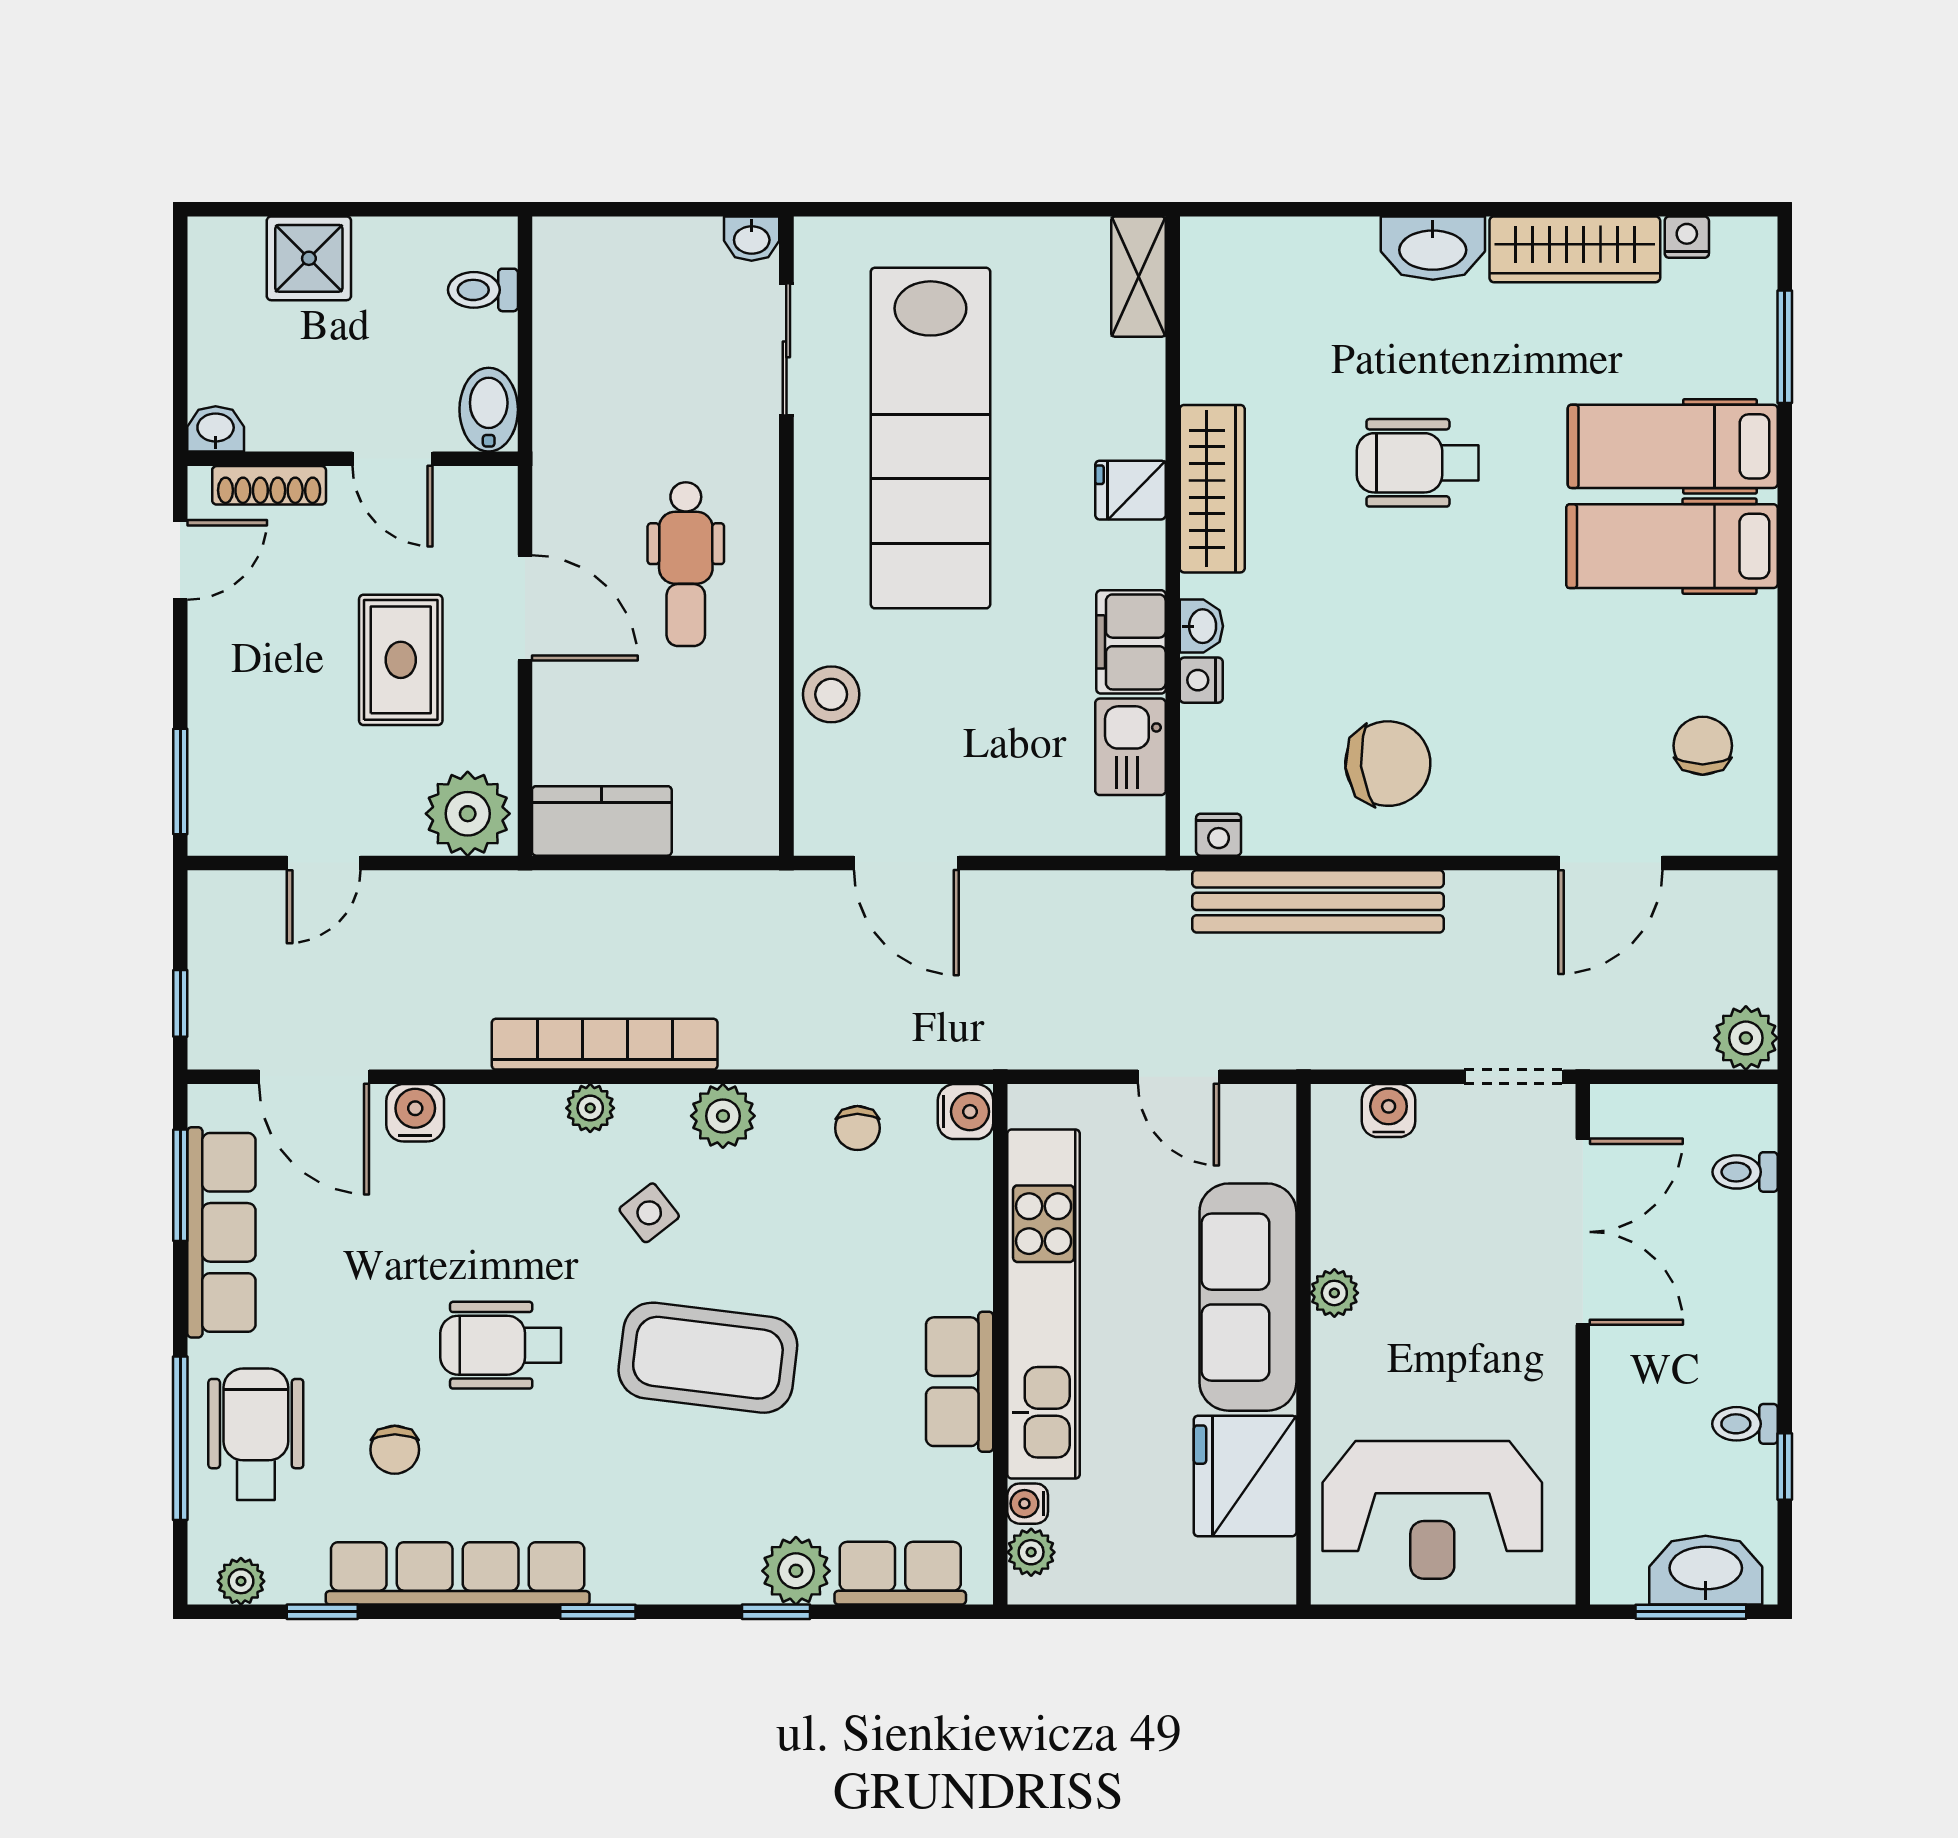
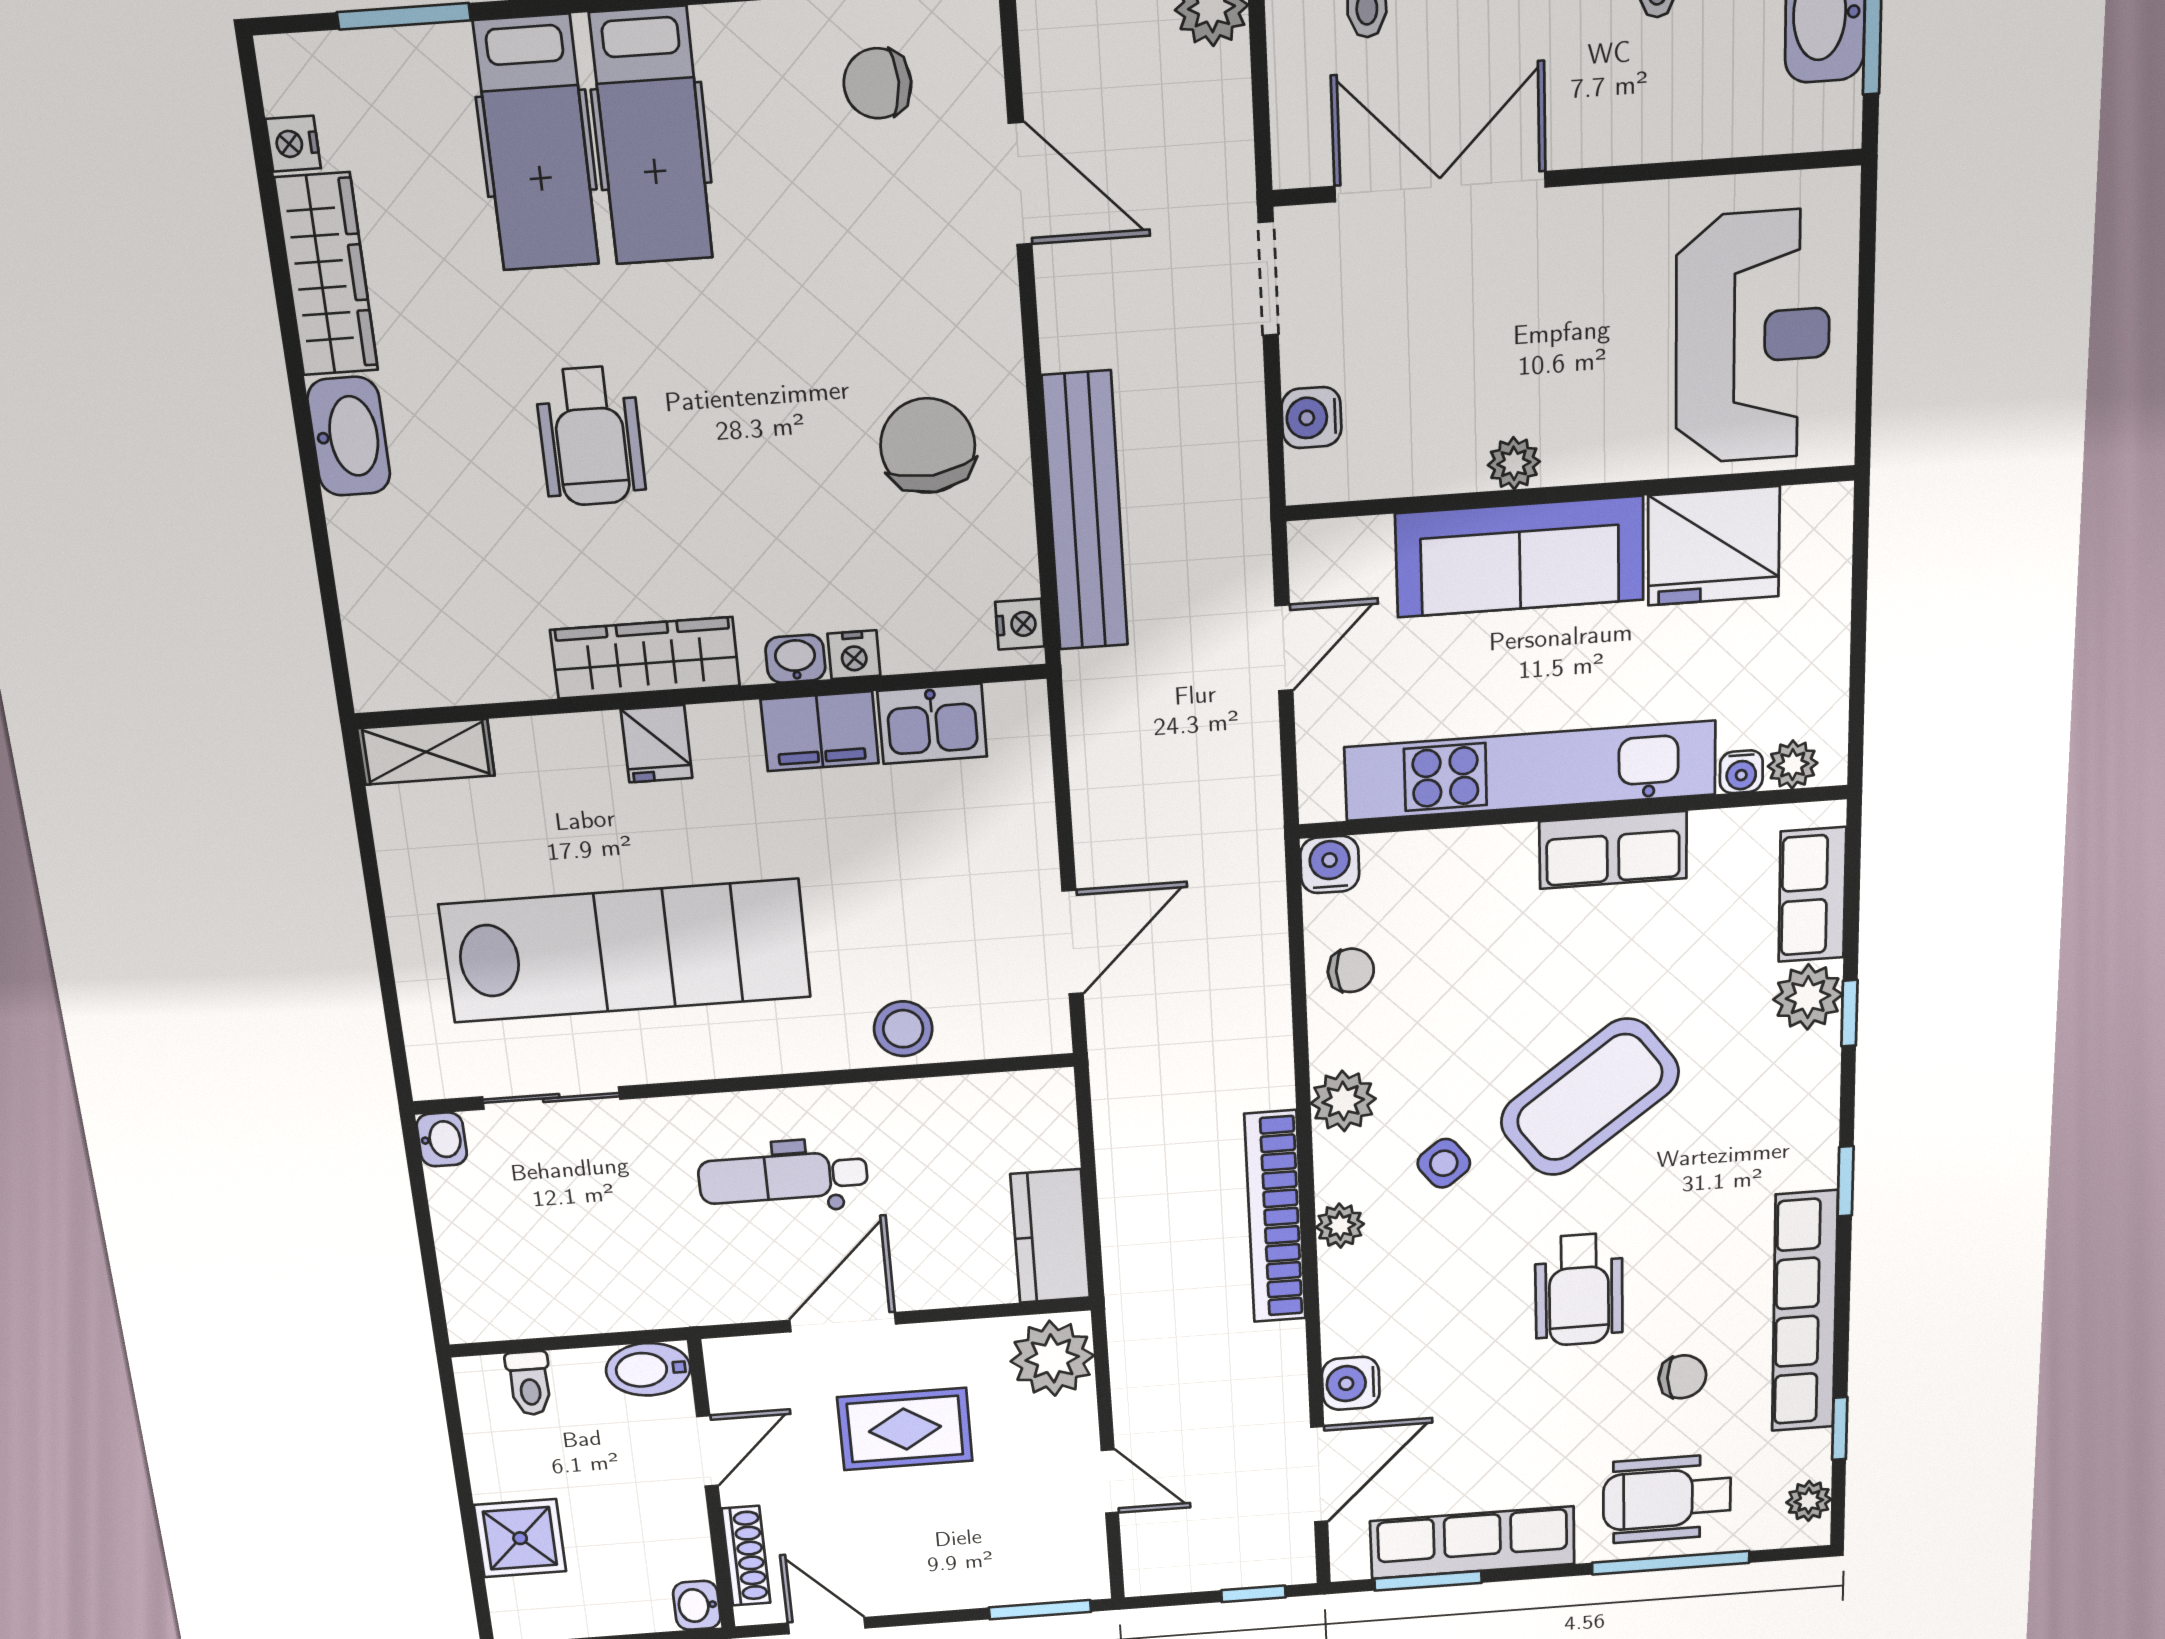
dental chair: (686, 564) -> (783, 1177), turned 180
coffee table: (708, 1358) -> (1590, 1097), turned 46

